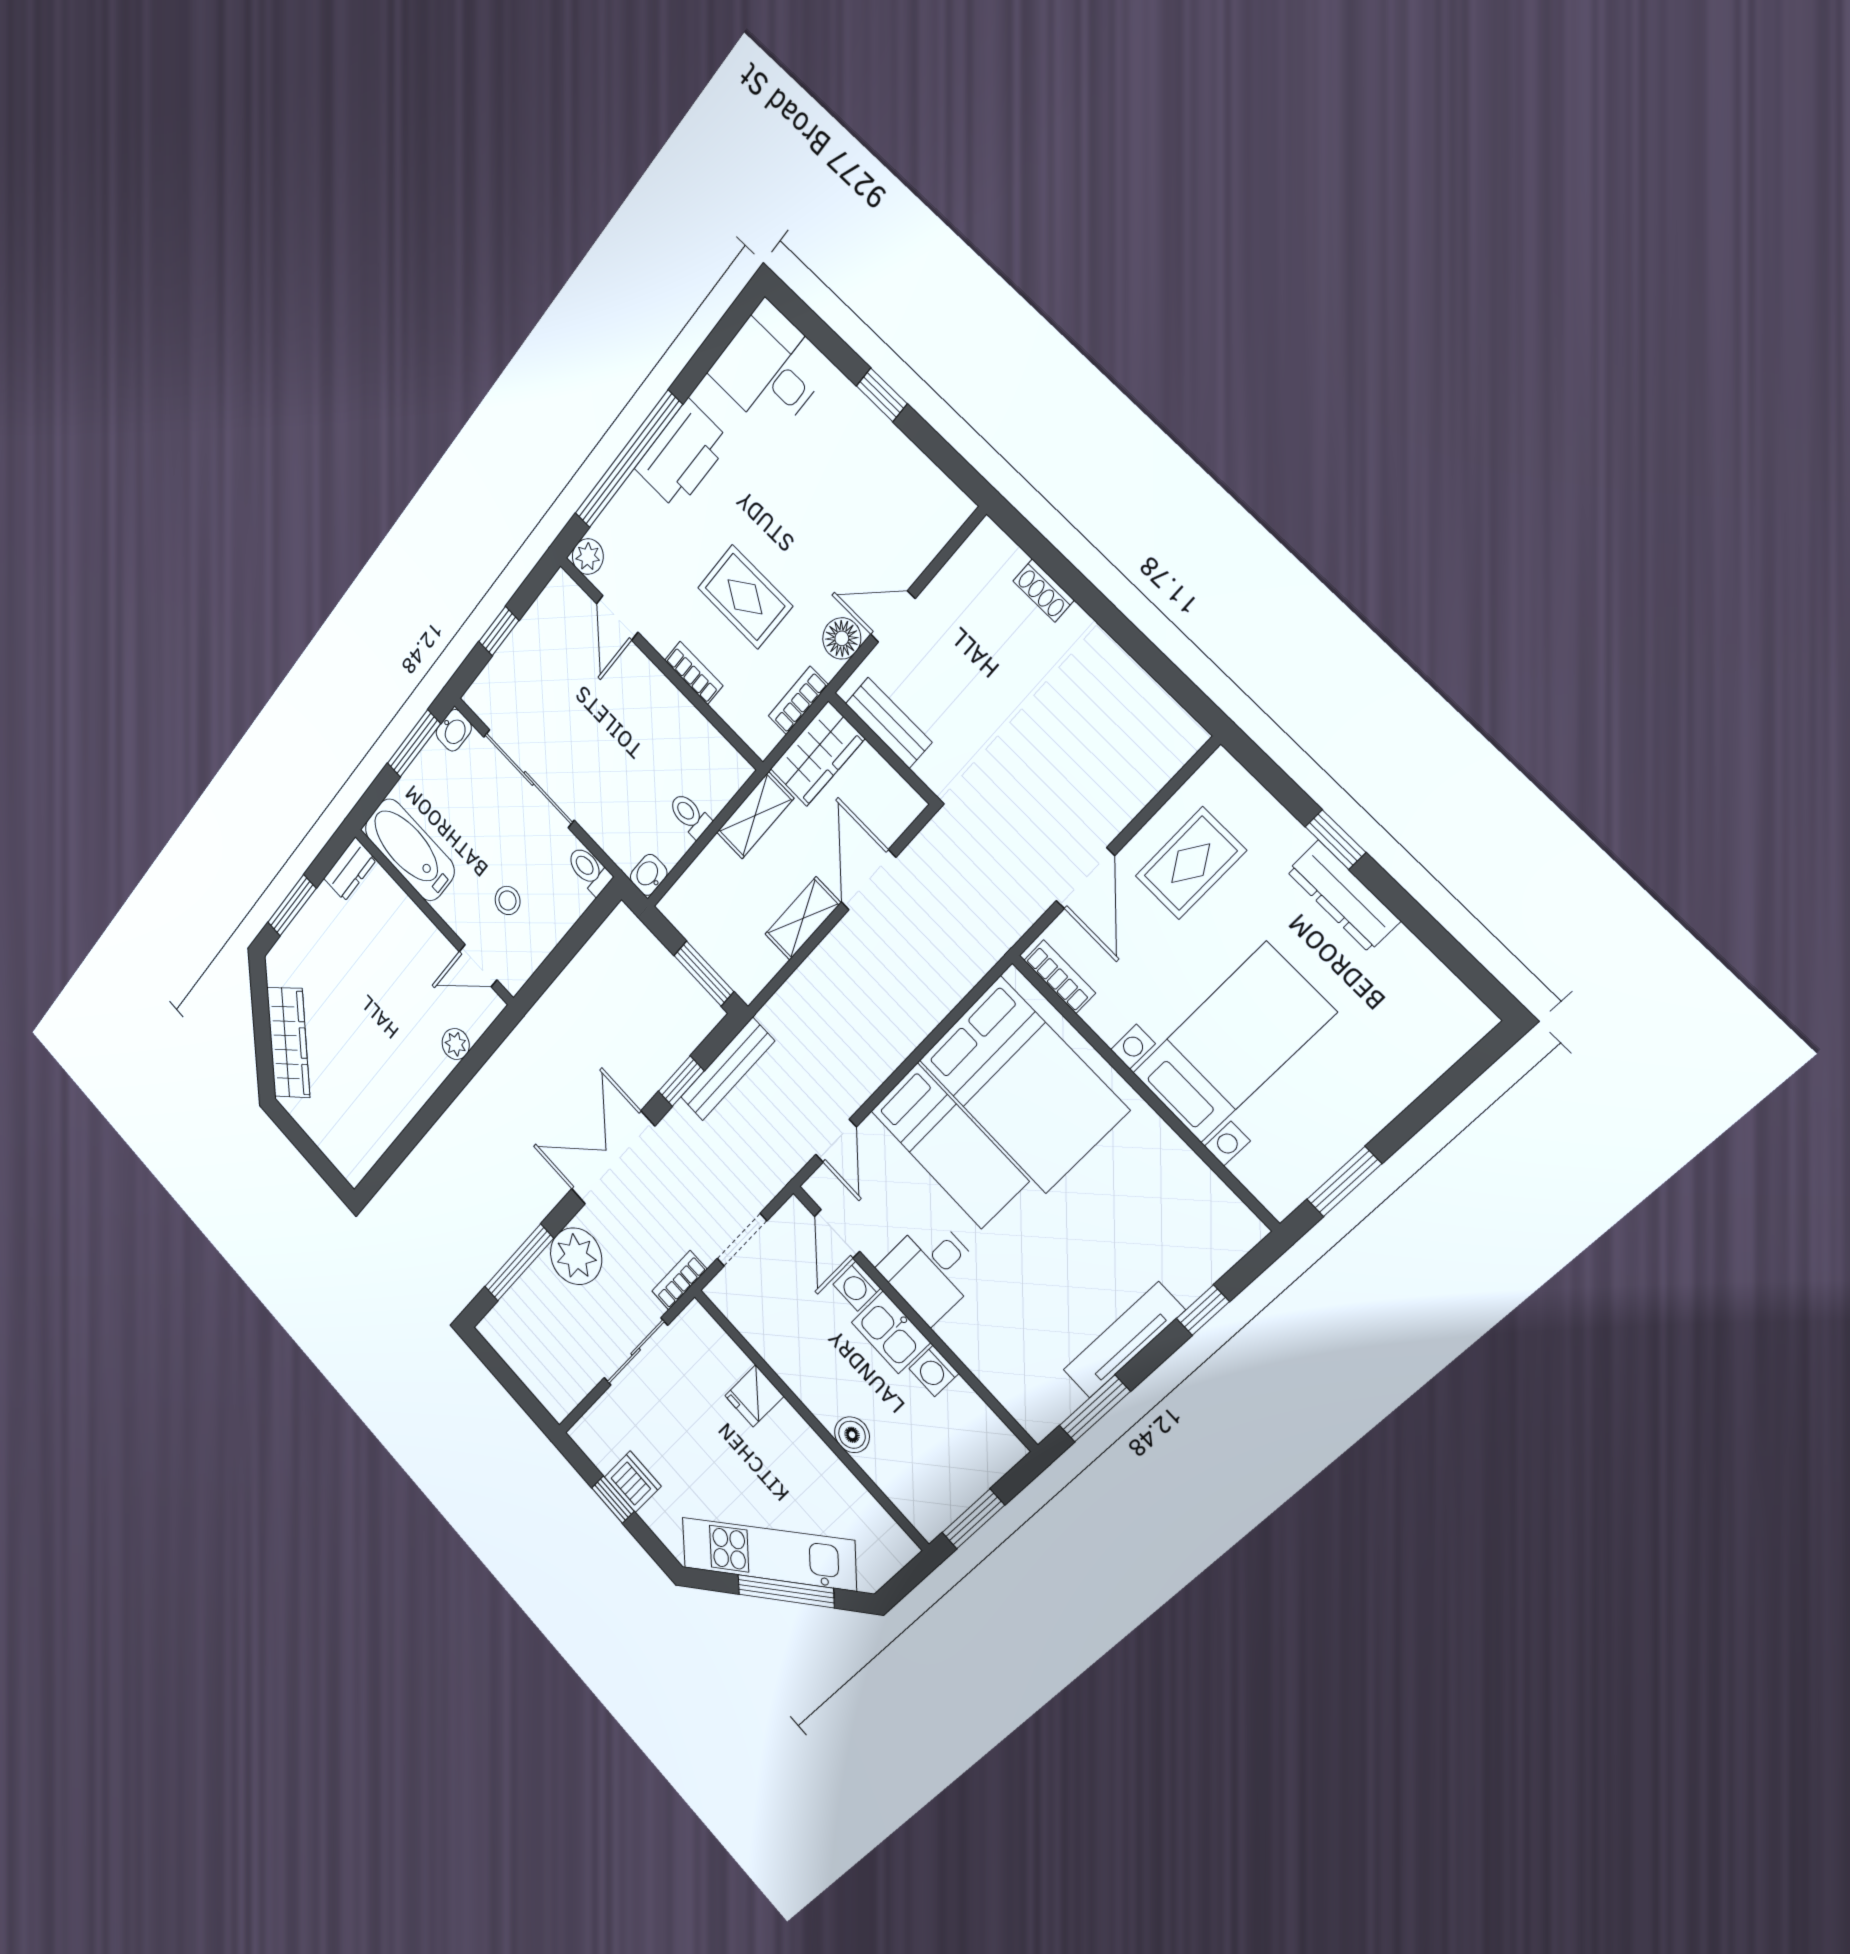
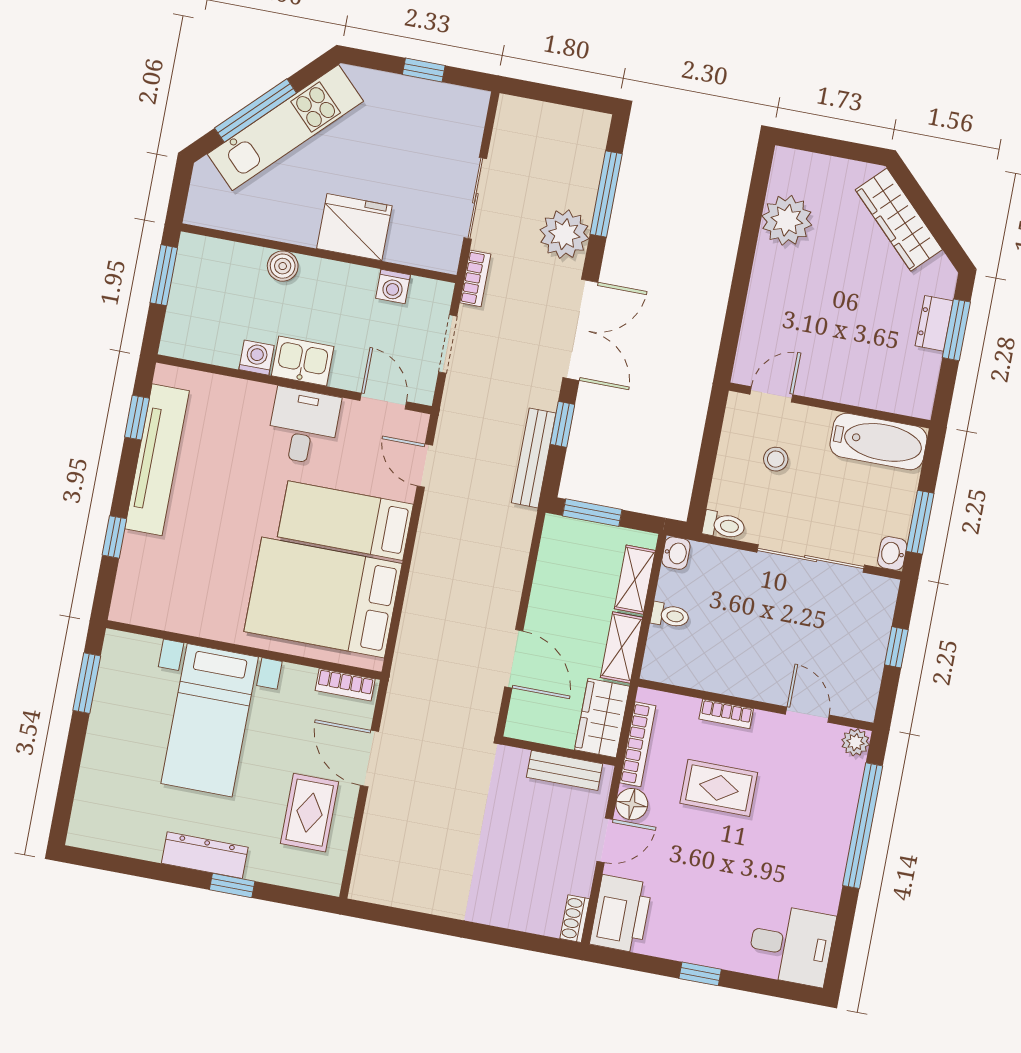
printer: (682, 455) -> (621, 914), moved, turned 180
shoe rack: (1044, 591) -> (575, 919), moved, turned -90
bookcase: (798, 700) -> (638, 744), width x1.56
dresser: (350, 869) -> (934, 323), moved
shelving: (803, 918) -> (635, 580), moved
plant: (456, 1044) -> (787, 220), moved, width x1.88, depth x1.88
washing machine: (857, 1286) -> (393, 286), moved, turned 180
tv unit: (1124, 1340) -> (157, 460), width x1.36, depth x1.29
fridge: (754, 1396) -> (354, 227), width x1.88, depth x1.34
window: (1095, 1408) -> (137, 418), width x0.67
dishwasher: (633, 1482) -> (417, 97), removed

